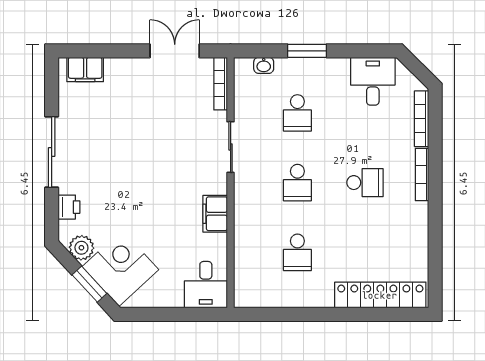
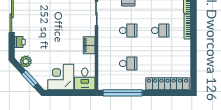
school desk: (297, 183) -> (128, 30), turned -90
school desk: (297, 252) -> (128, 63), turned -90
corner desk: (120, 268) -> (61, 77), moved, turned -47
window: (286, 314) -> (123, 93), added

